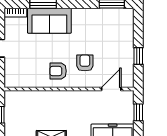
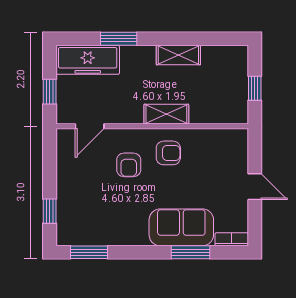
window: (138, 56) -> (50, 211), moved
shelving: (59, 97) -> (166, 114), added

